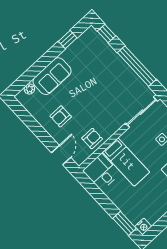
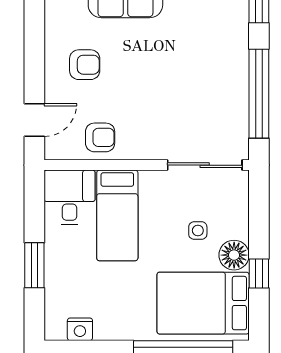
armchair: (61, 116) -> (85, 65), turned 180
window: (125, 223) -> (34, 265), moved
nightstand: (143, 227) -> (80, 329), moved

